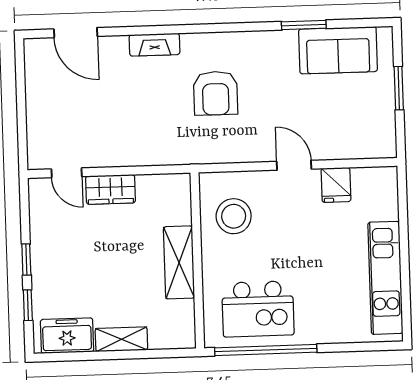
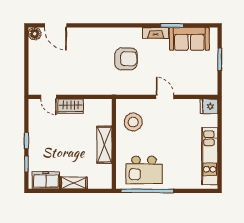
fireplace: (154, 45) -> (156, 33), moved
floor lamp: (36, 50) -> (35, 34), added
armchair: (216, 93) -> (126, 59), turned -90
fridge: (336, 185) -> (209, 106), moved, turned 90

